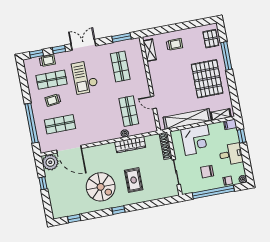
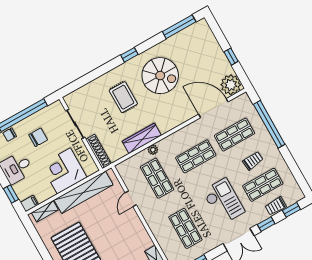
door: (153, 102) -> (131, 199), swing flipped
shop shelf: (94, 118) -> (196, 156), added
spiral stairs: (101, 187) -> (160, 76), turned 180
window: (74, 219) -> (179, 27), width x2.17

